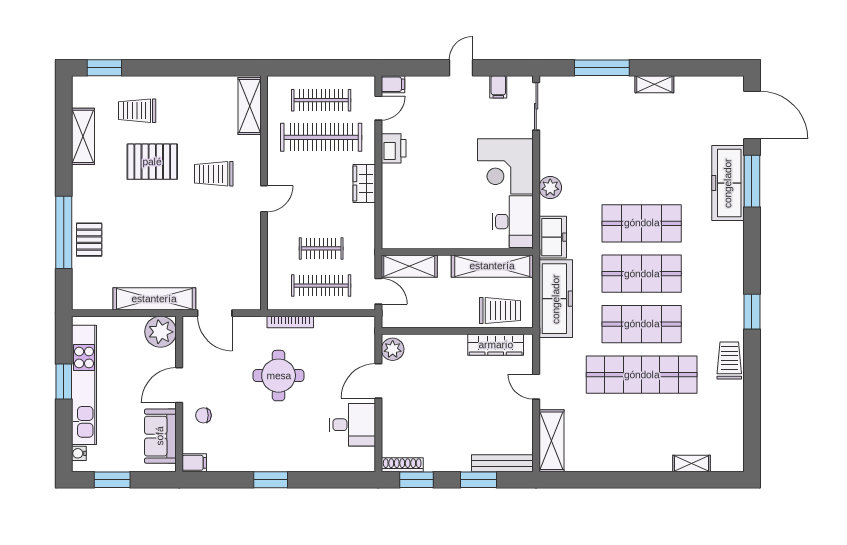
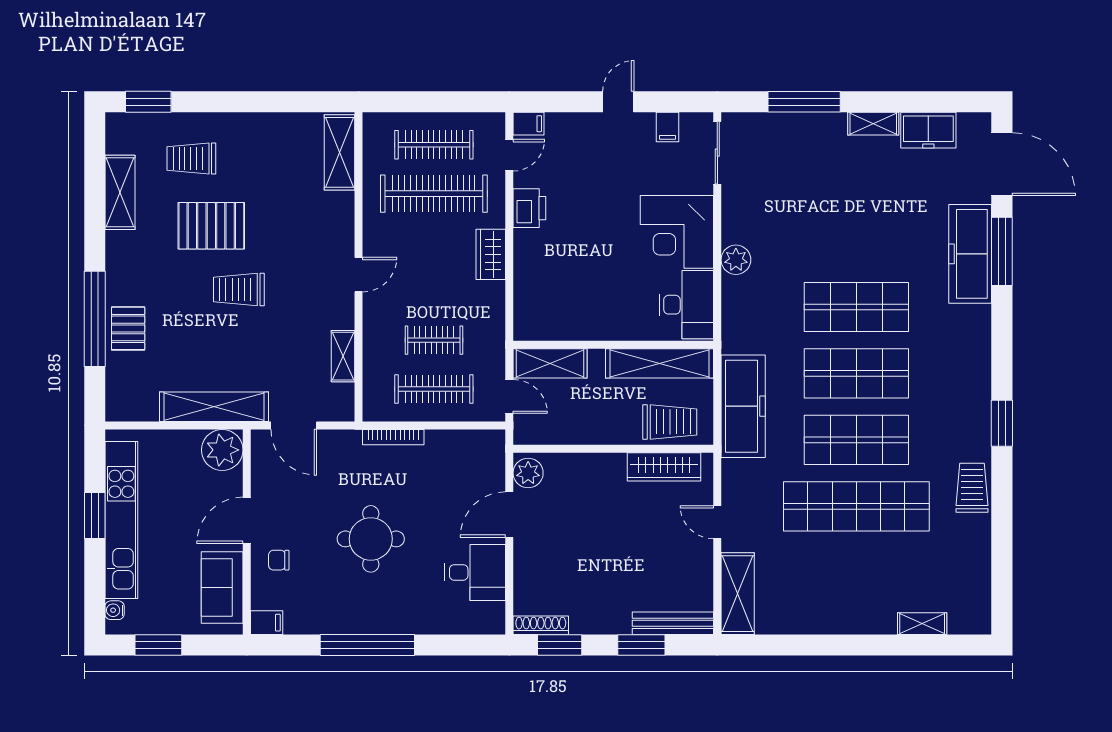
trolley: (214, 174) -> (239, 290), moved
freezer: (553, 237) -> (928, 130), moved, turned 90
shelving: (252, 261) -> (343, 356), added
round table: (279, 376) -> (371, 539), moved
window: (271, 480) -> (367, 645), width x2.11

